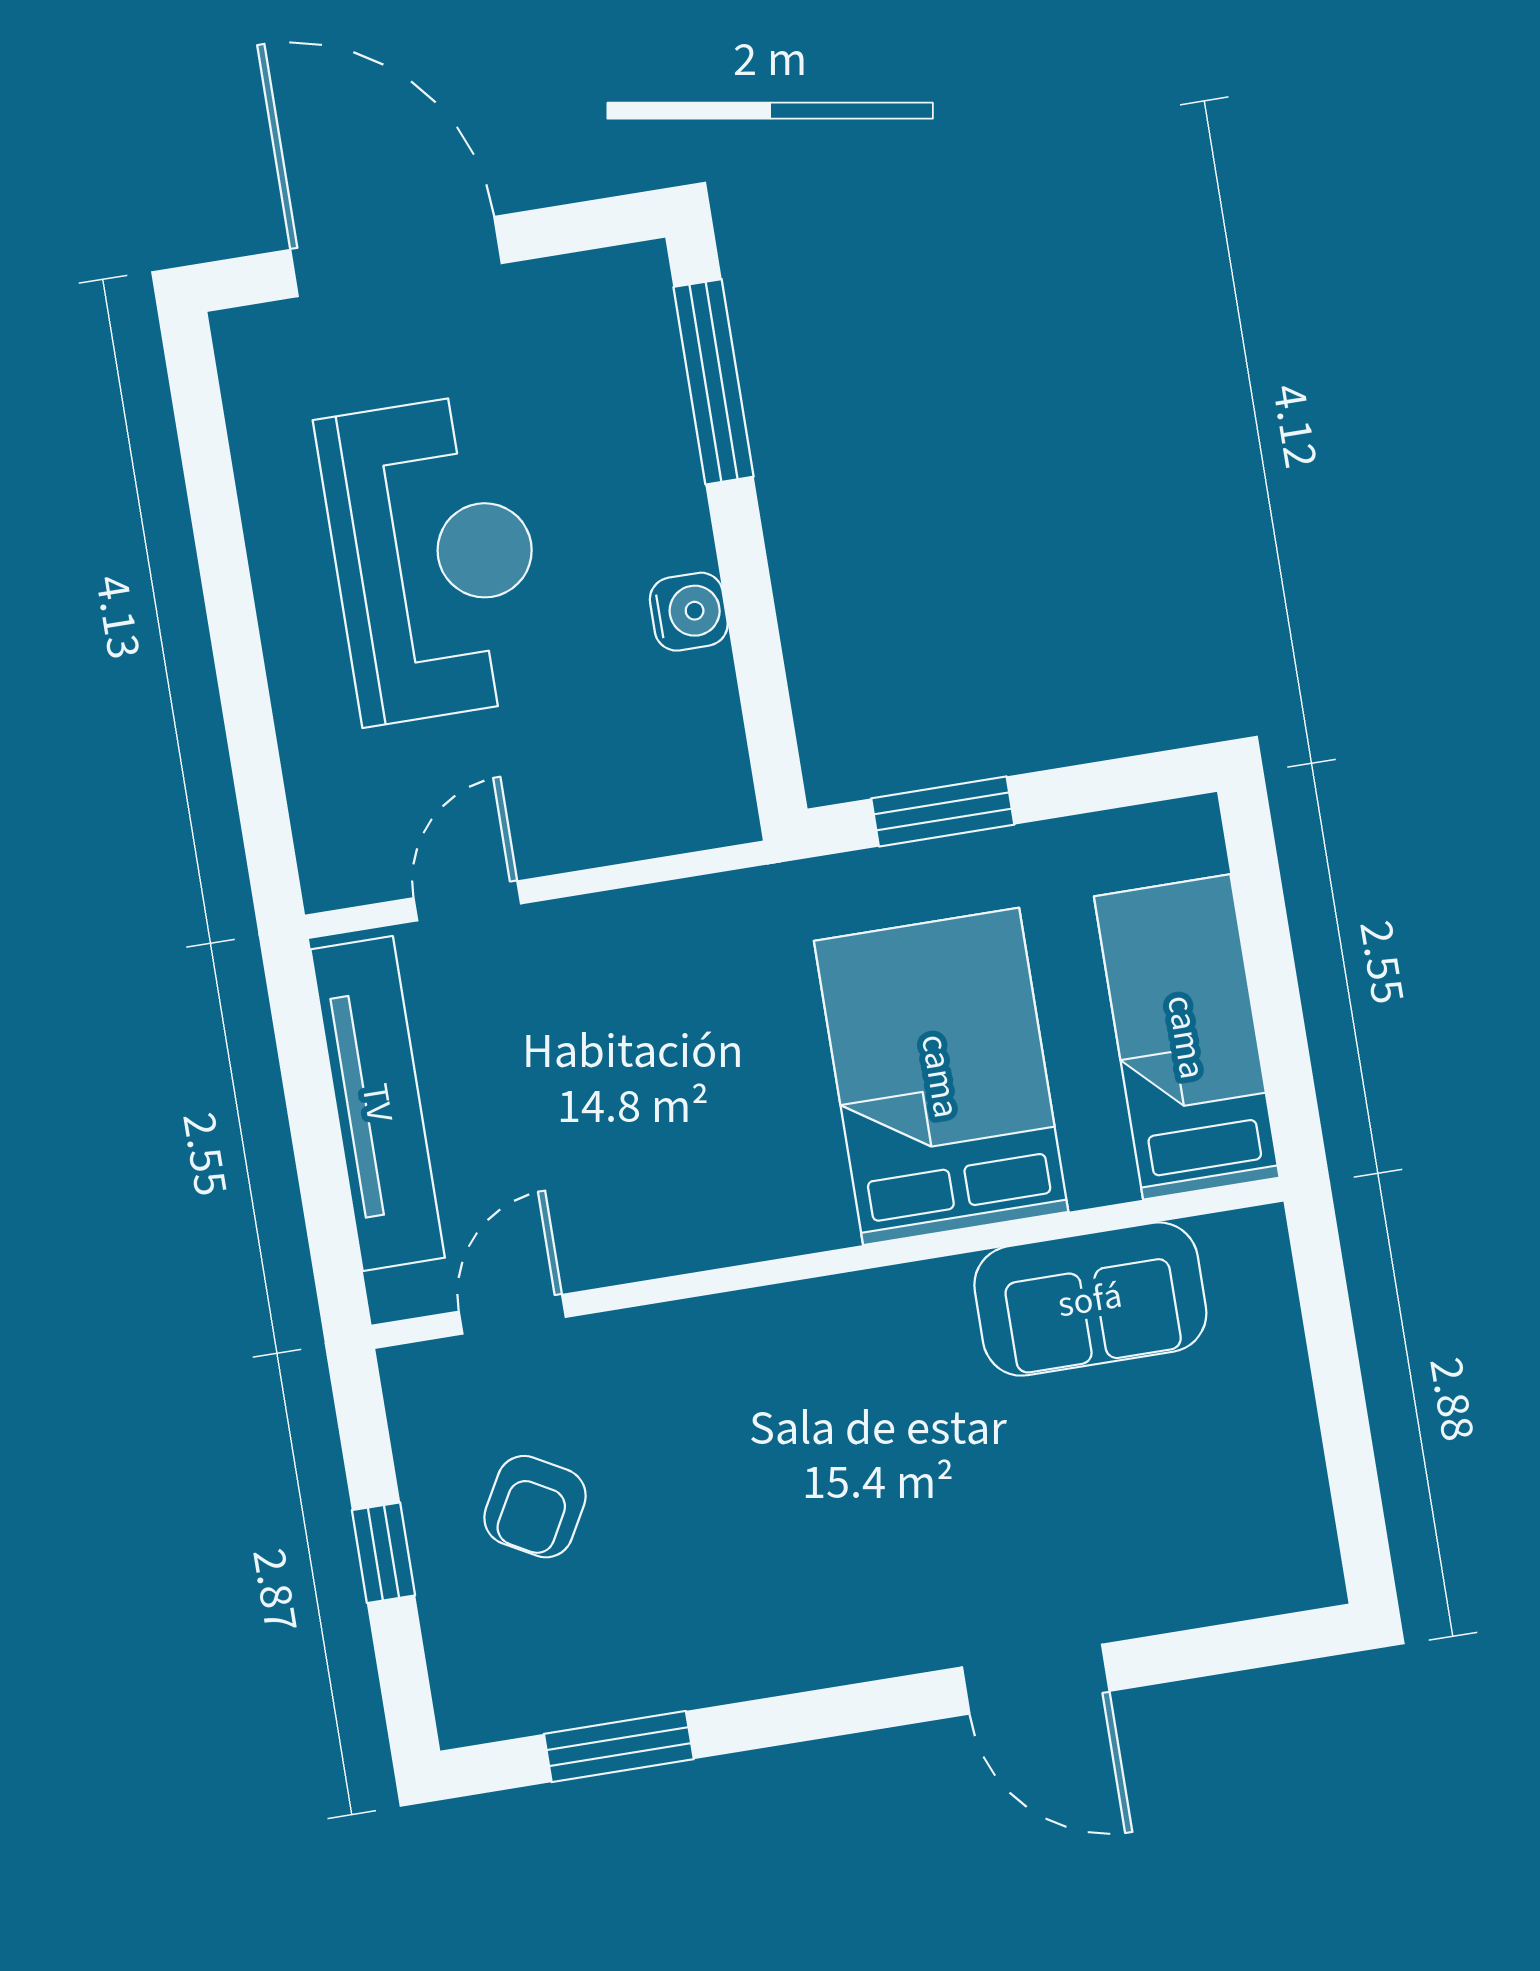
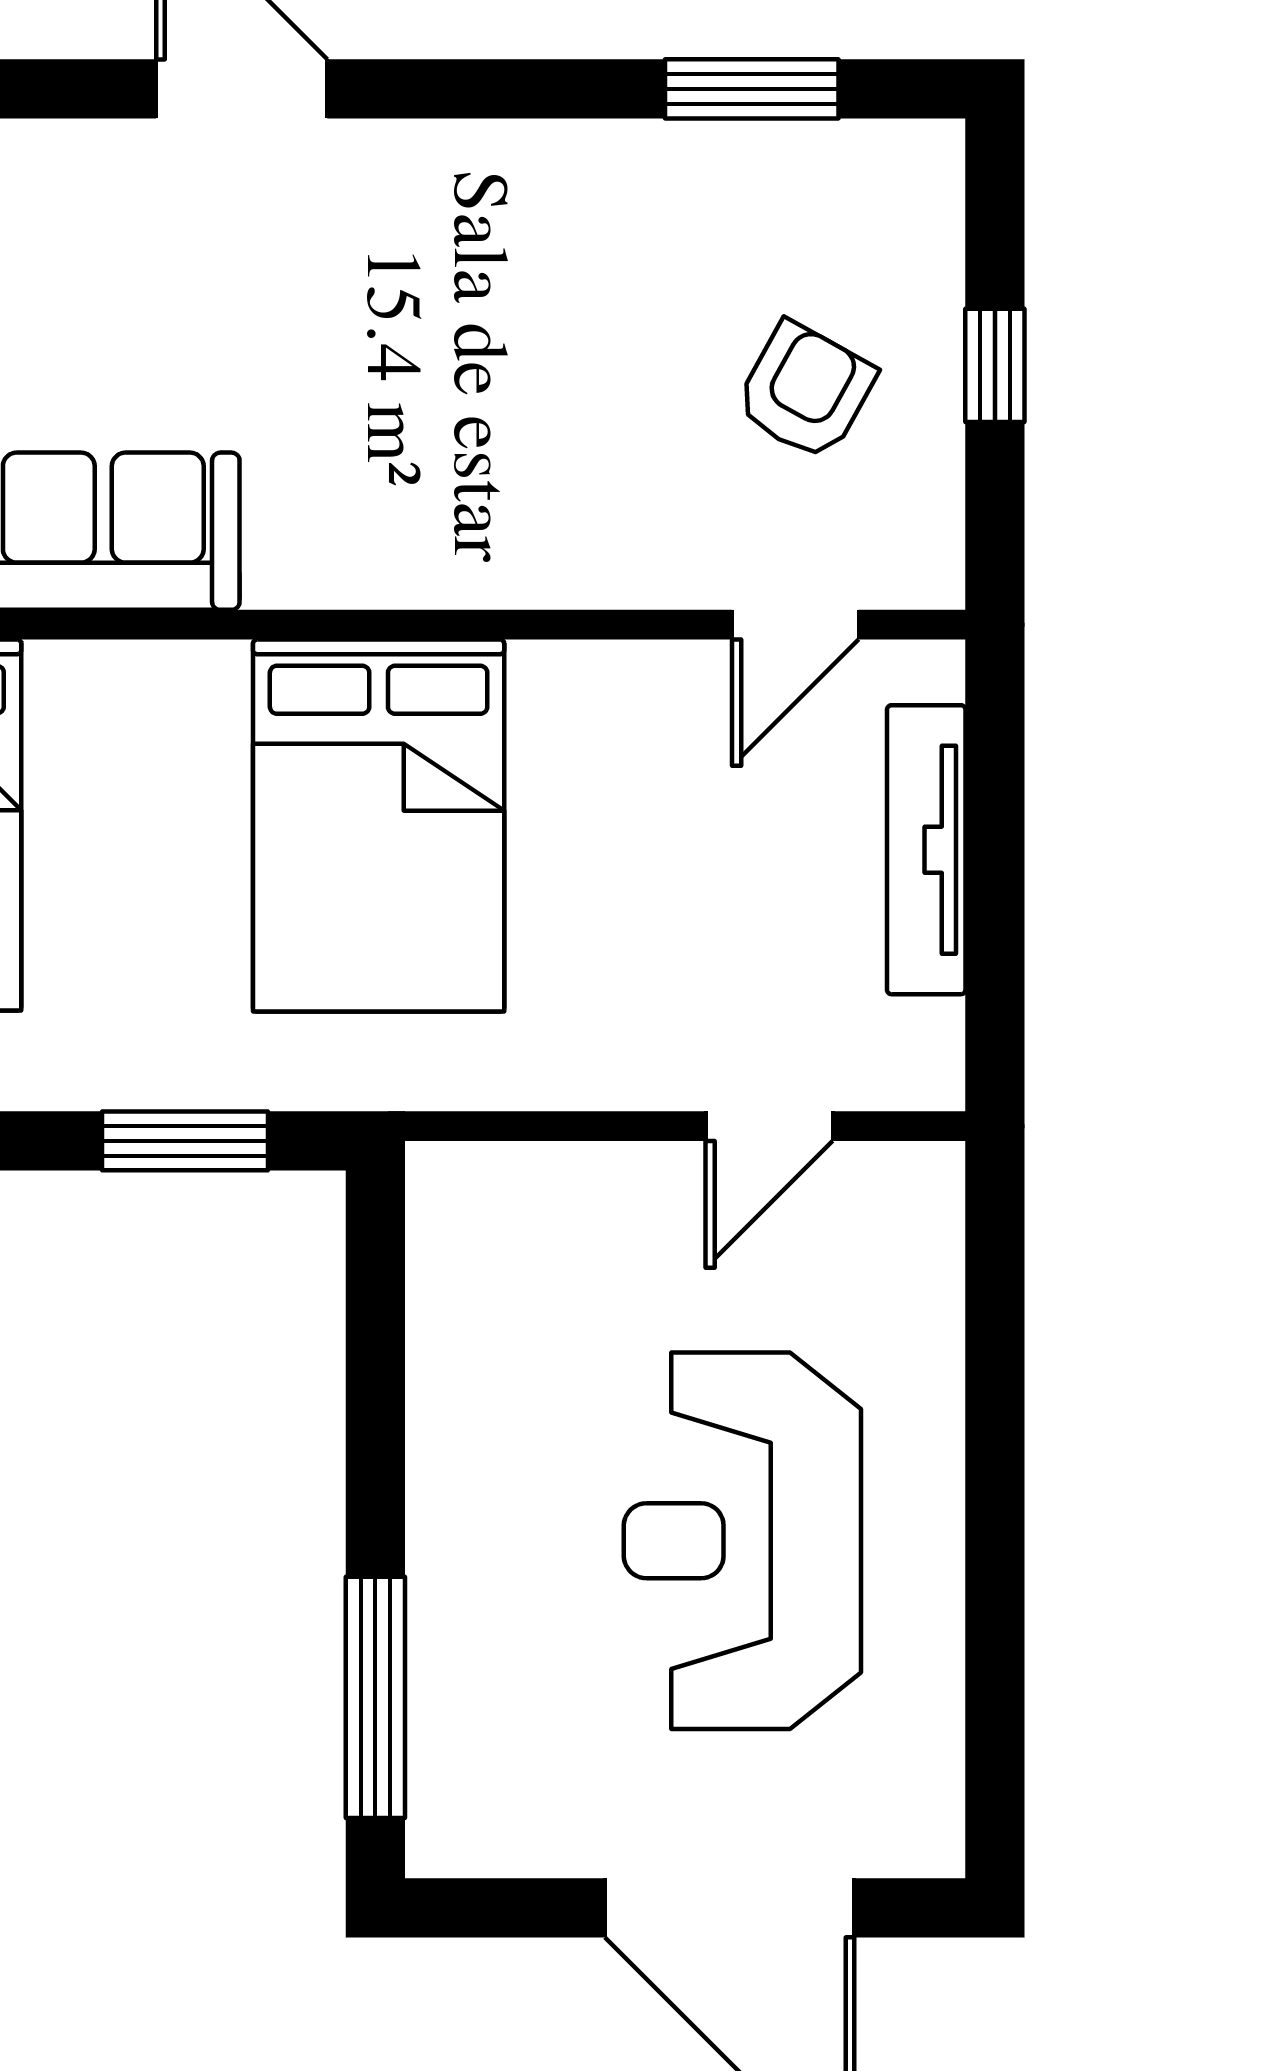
water cooler: (689, 612) -> (449, 1428), removed
bed: (941, 1076) -> (379, 826), moved
tv unit: (378, 1103) -> (926, 850), width x0.73, depth x0.78

